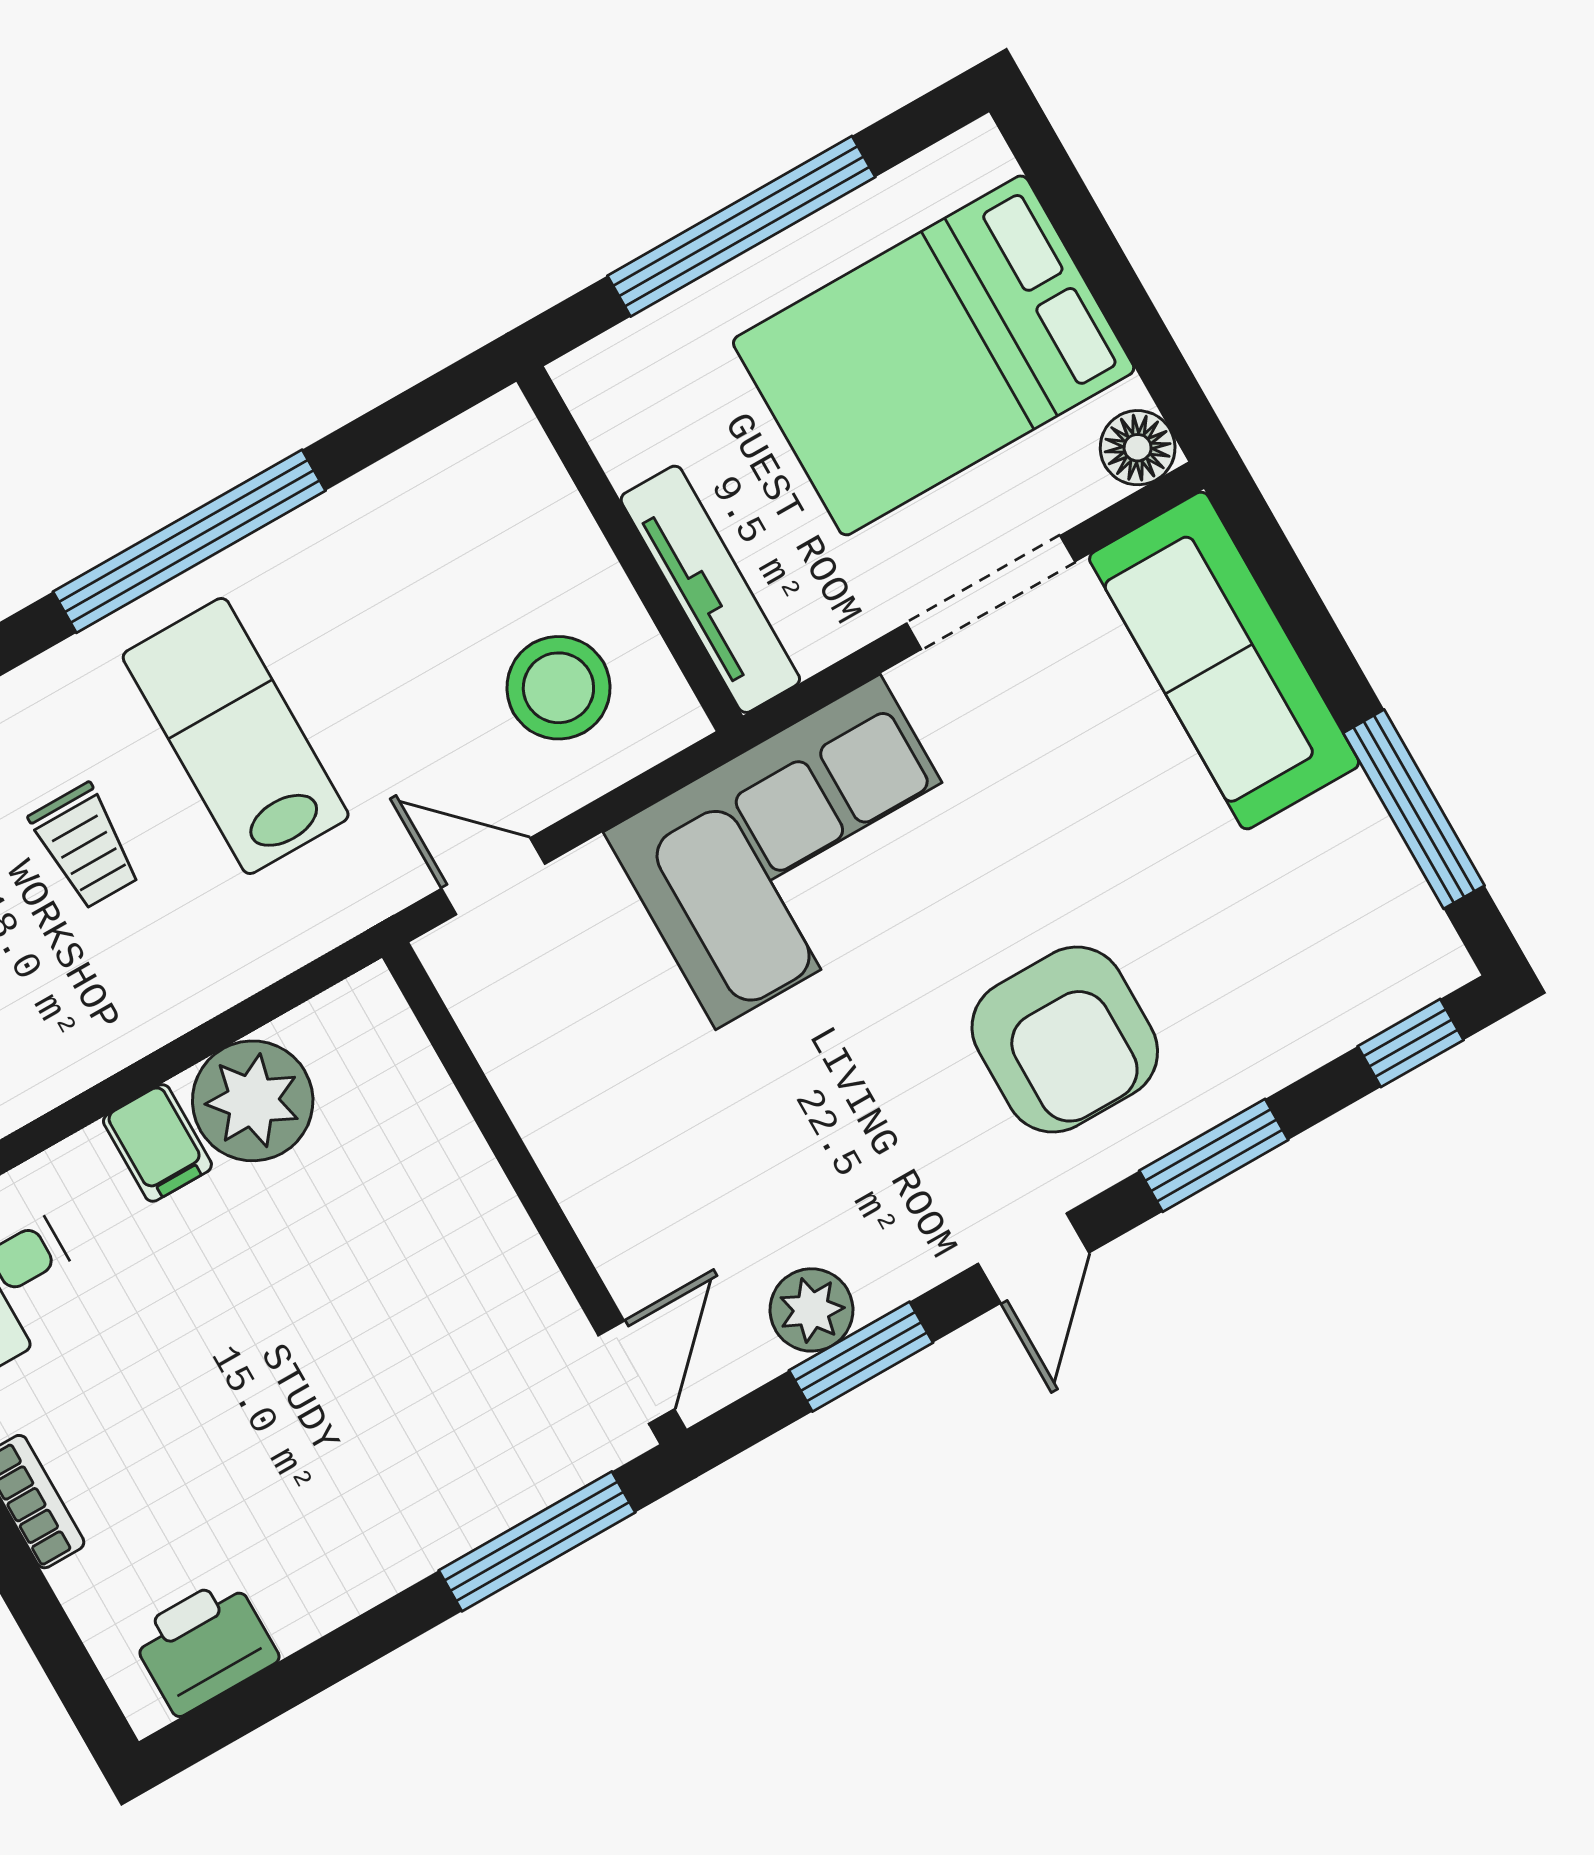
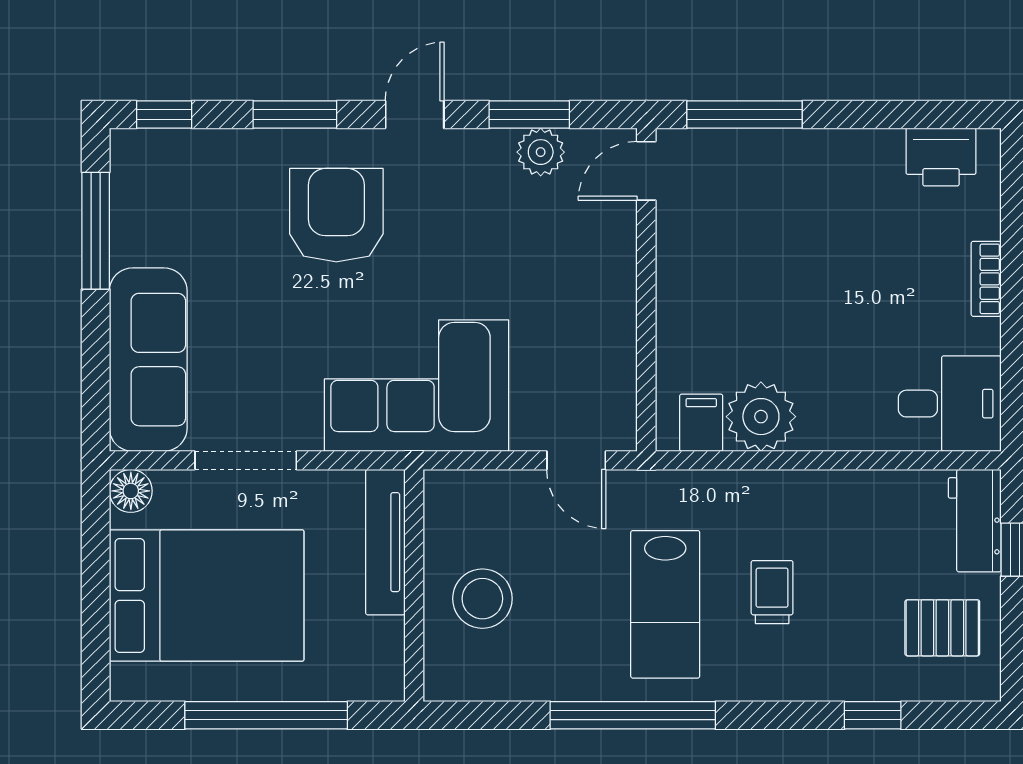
stool: (558, 688) -> (482, 599), moved
filing cabinet: (157, 1143) -> (701, 423), moved

